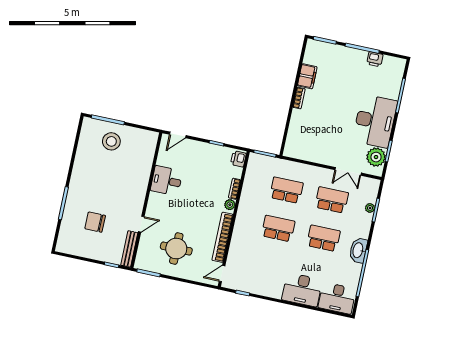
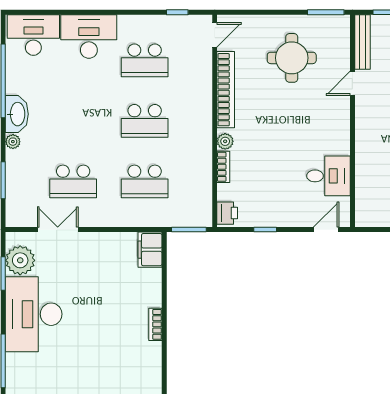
filing cabinet: (307, 76) -> (150, 250), moved
desk: (166, 181) -> (328, 176), moved
plant: (370, 208) -> (13, 142), moved
school desk: (323, 238) -> (145, 60), moved

